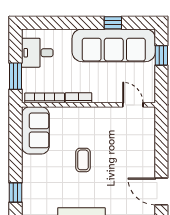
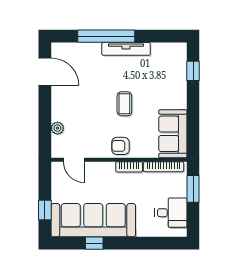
armchair: (87, 118) -> (120, 146), added
plant: (149, 136) -> (57, 128), added

